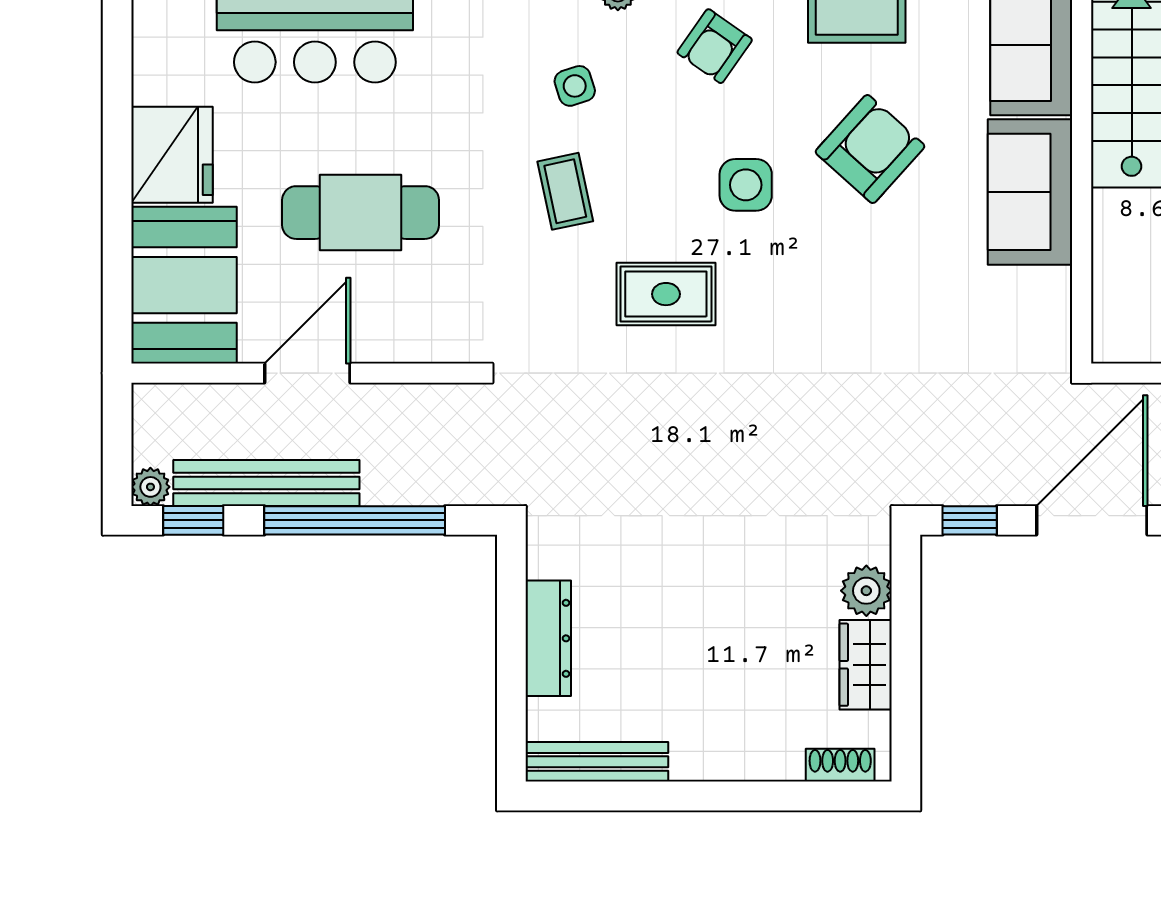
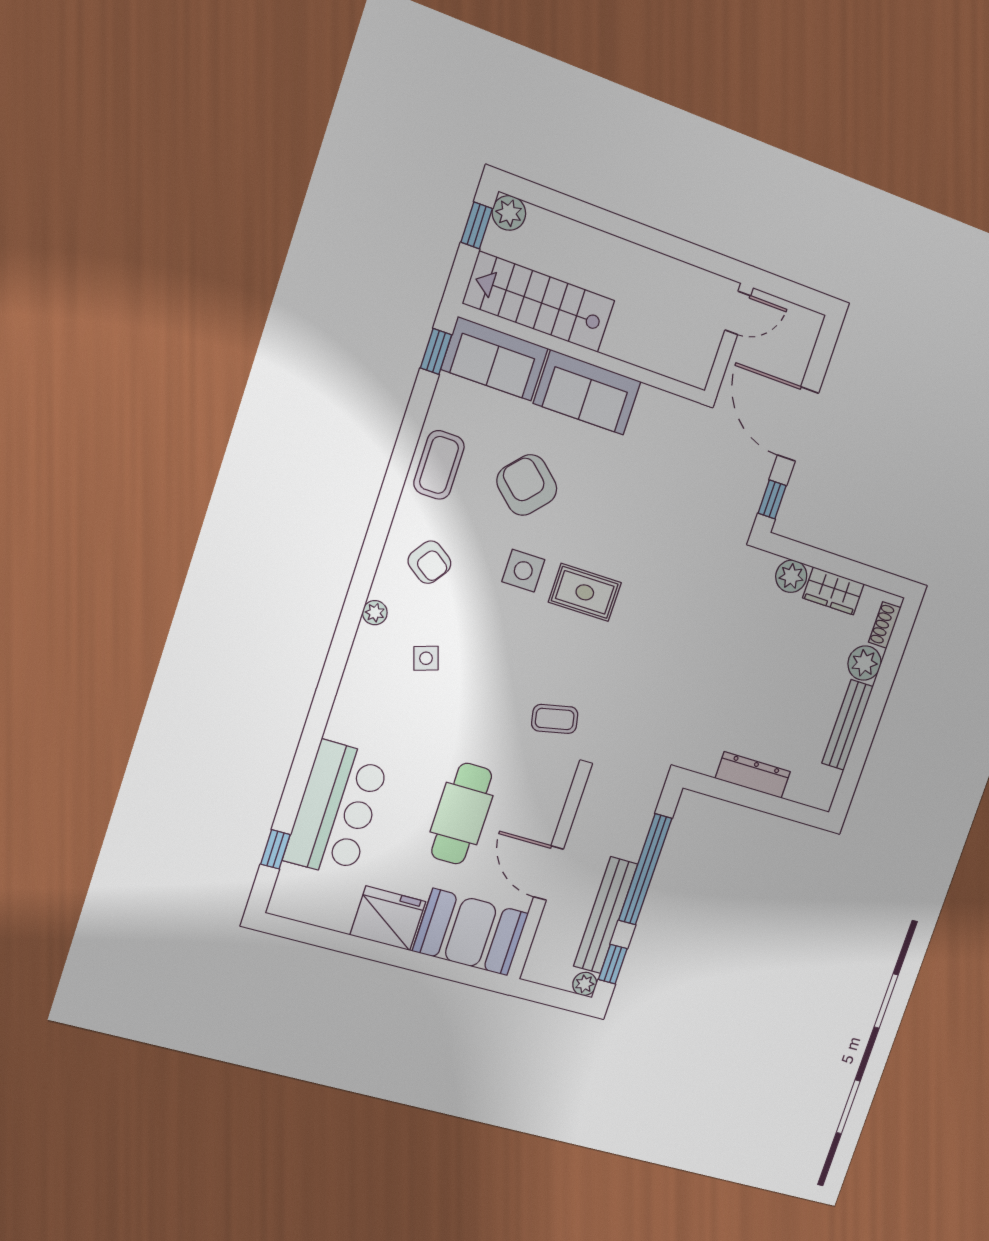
coffee table: (565, 191) -> (555, 719), moved
rug: (666, 294) -> (585, 592), moved, turned 90
plant: (772, 754) -> (864, 663), added
bench: (597, 762) -> (847, 725), moved

